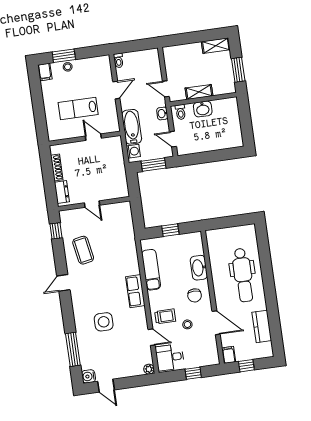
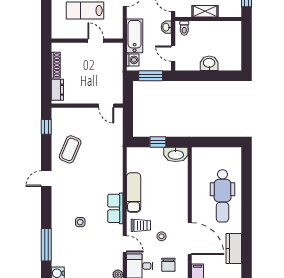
washbasin: (203, 109) -> (209, 63), moved, turned 180
door: (92, 204) -> (106, 106), moved
coffee table: (83, 250) -> (70, 149), turned 33
washbasin: (199, 268) -> (176, 154), moved, turned -90
exam couch: (151, 270) -> (134, 192), moved
row of seats: (135, 291) -> (115, 208), moved
chair: (195, 295) -> (168, 265), moved
side table: (104, 322) -> (80, 222), width x0.54, depth x0.54
door: (216, 323) -> (190, 239), width x1.36

